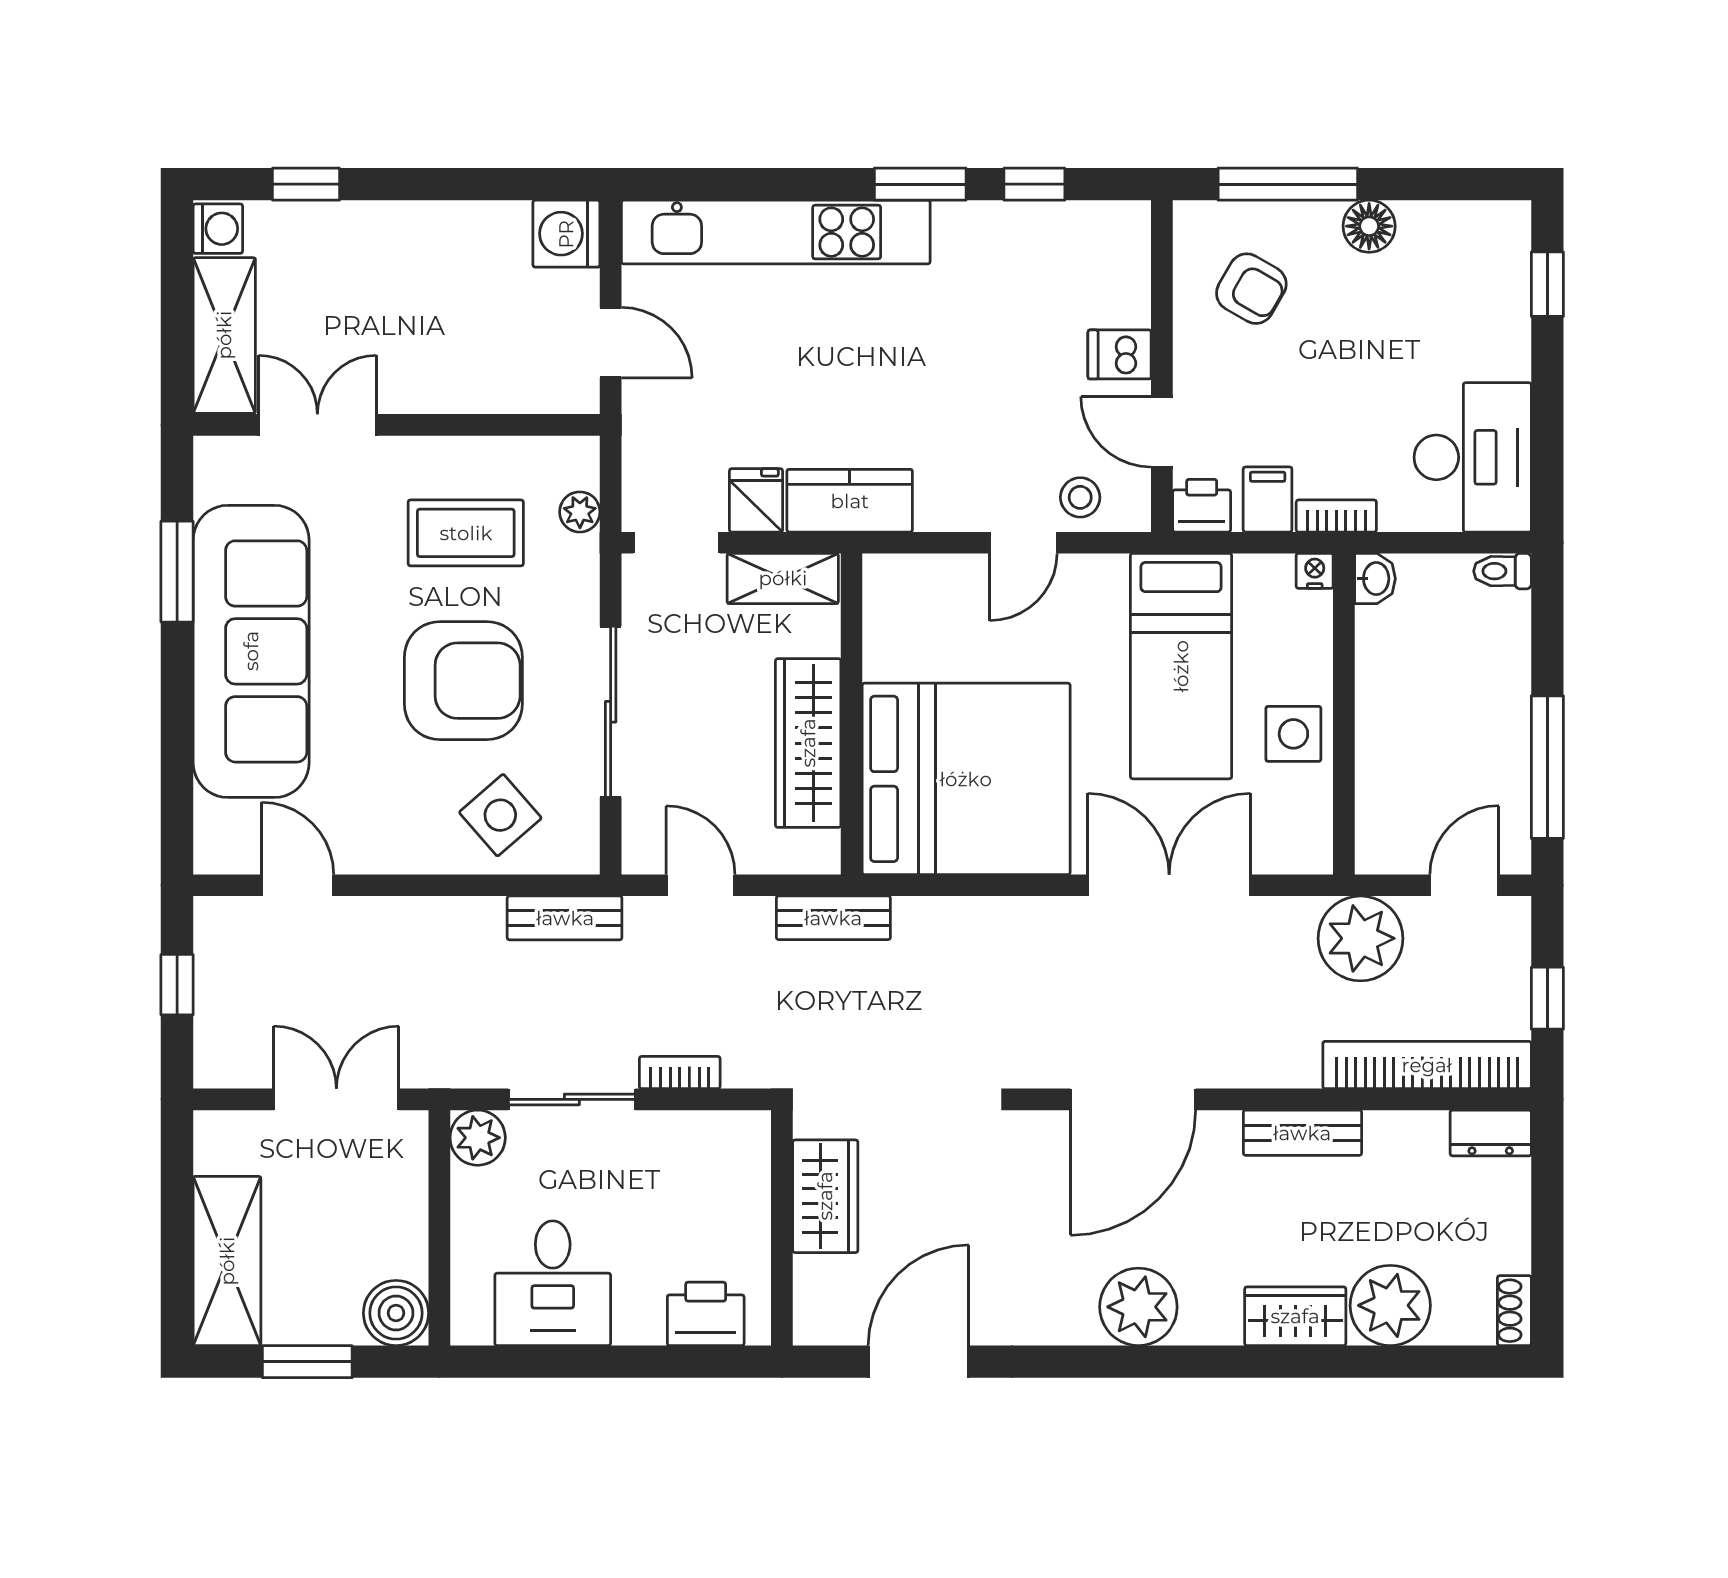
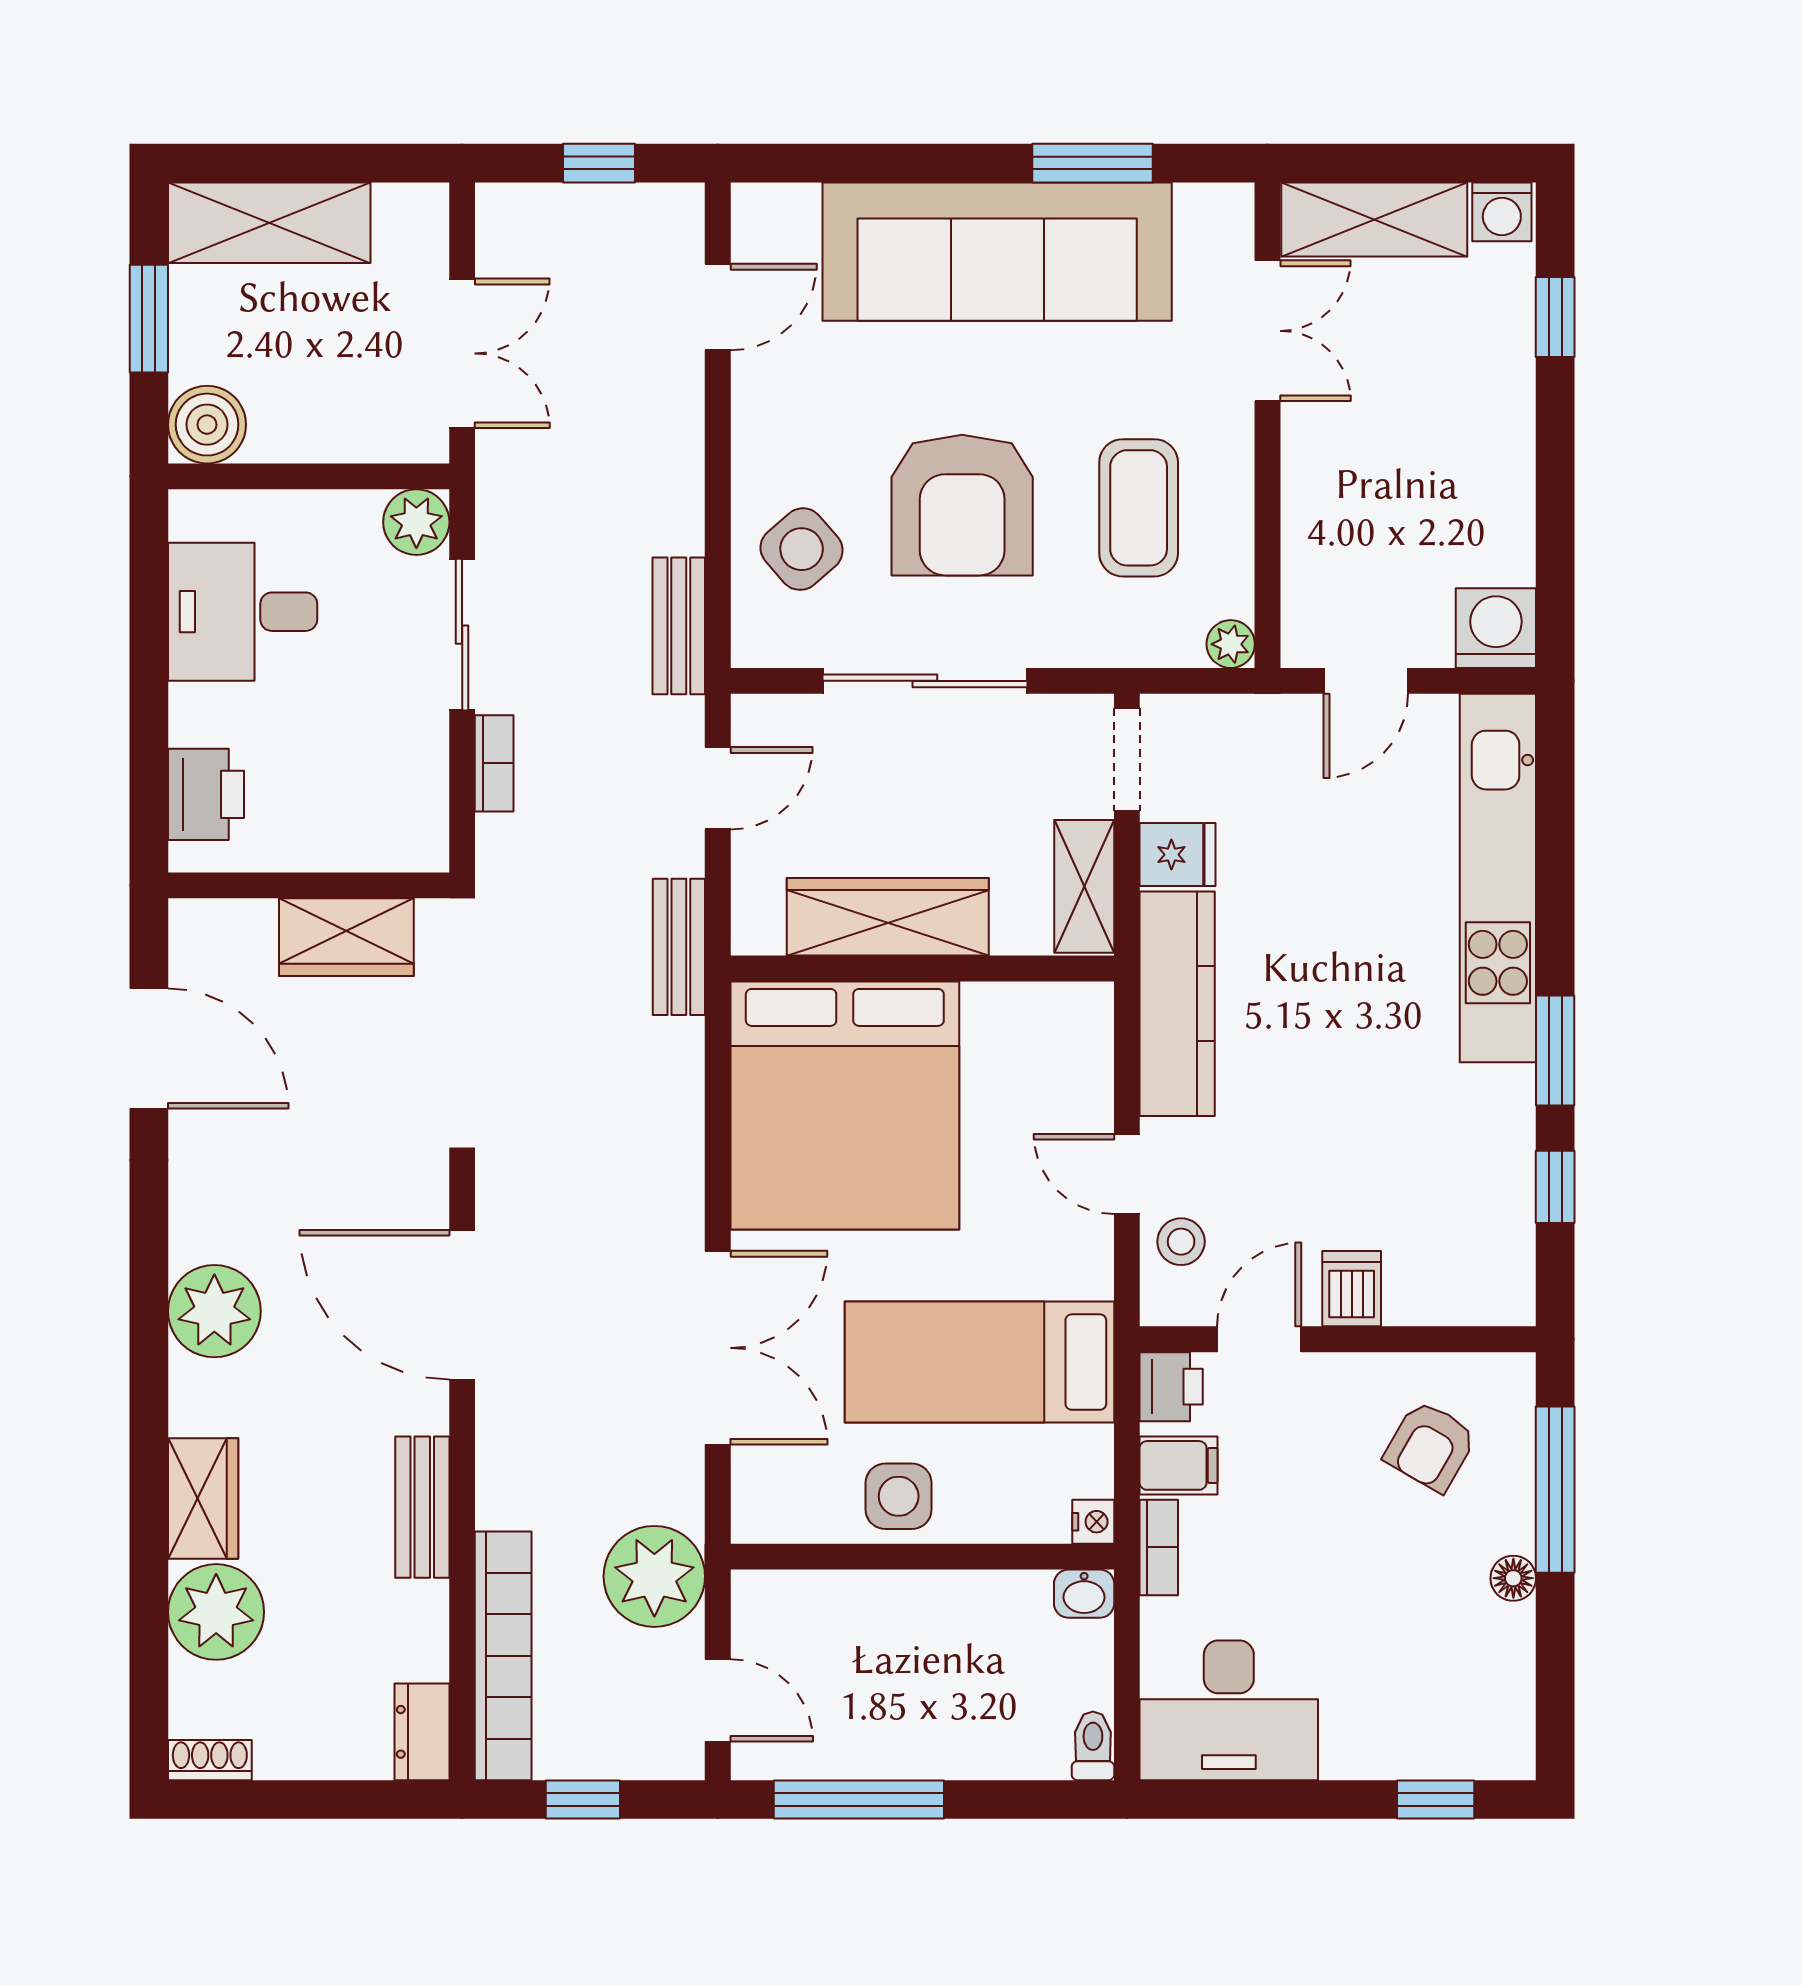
floor lamp: (1369, 226) -> (1513, 1578), width x0.73, depth x0.73
kitchen counter: (850, 501) -> (1177, 1004), width x1.50
plant: (580, 512) -> (1231, 644), moved

